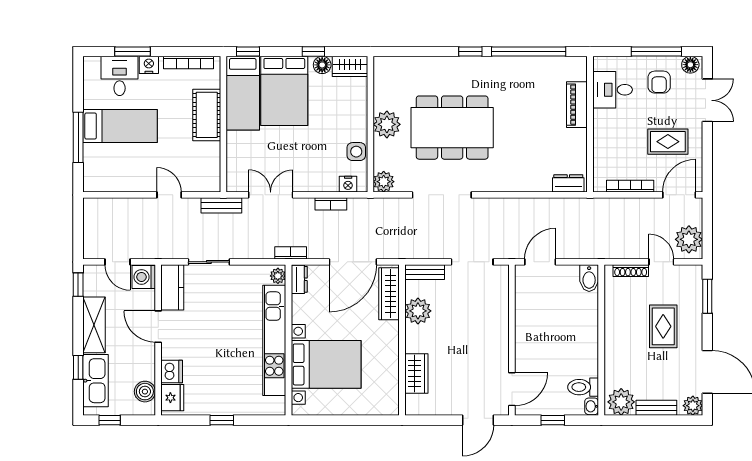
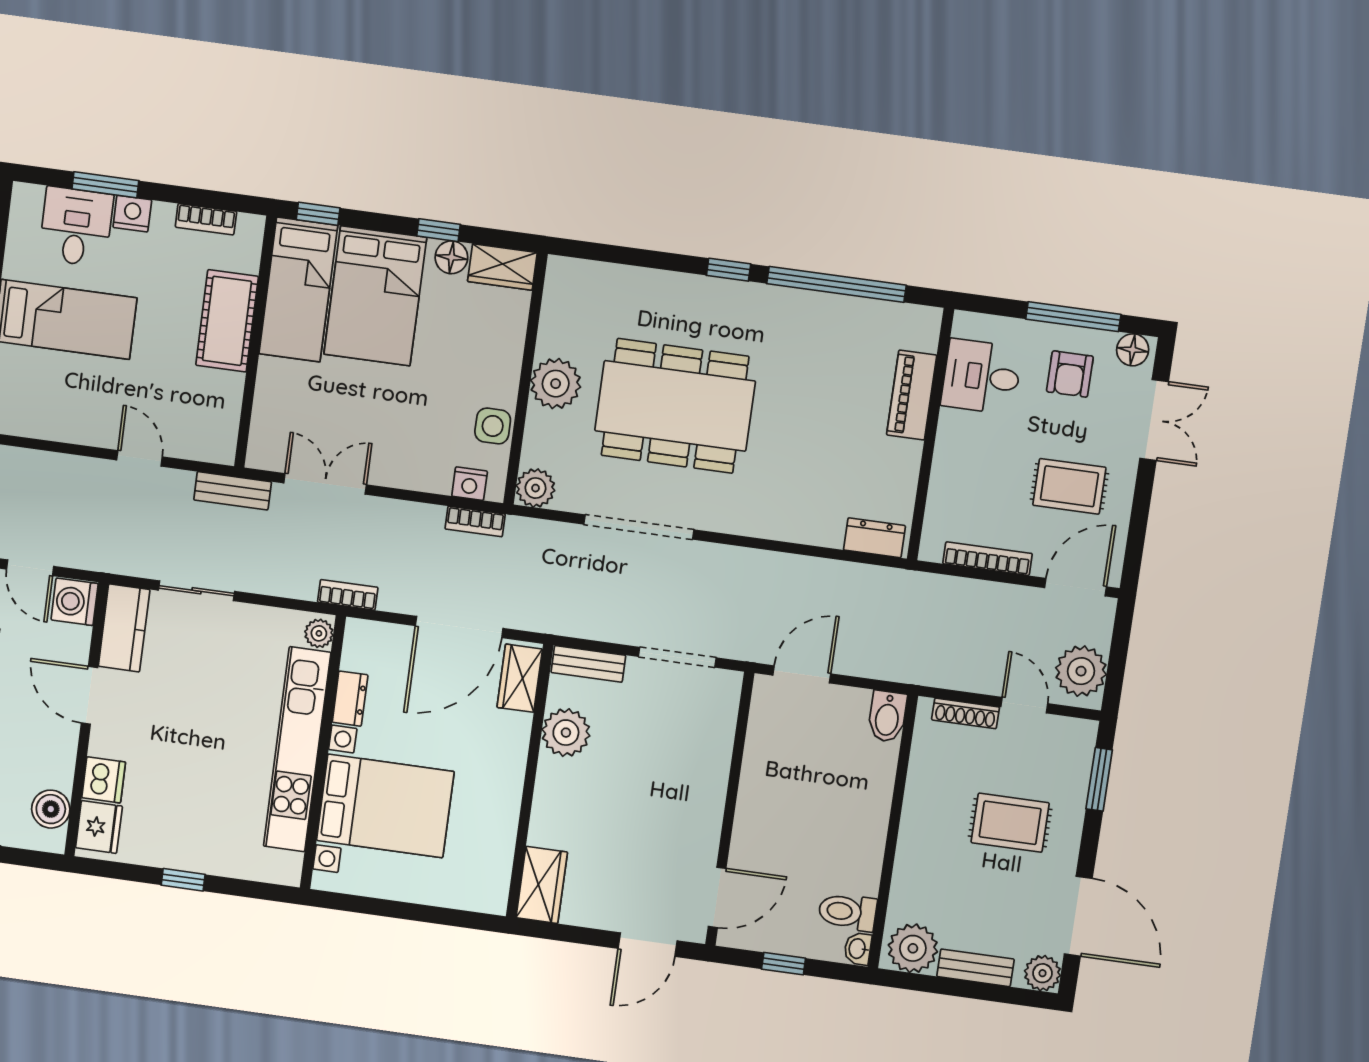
bookcase: (189, 63) -> (206, 219), width x0.64
bookcase: (331, 204) -> (475, 521), moved
dresser: (299, 279) -> (350, 699), moved
wardrobe: (389, 294) -> (520, 678), width x0.67
rug: (663, 326) -> (1010, 823), turned 90
wardrobe: (416, 373) -> (542, 885), moved

